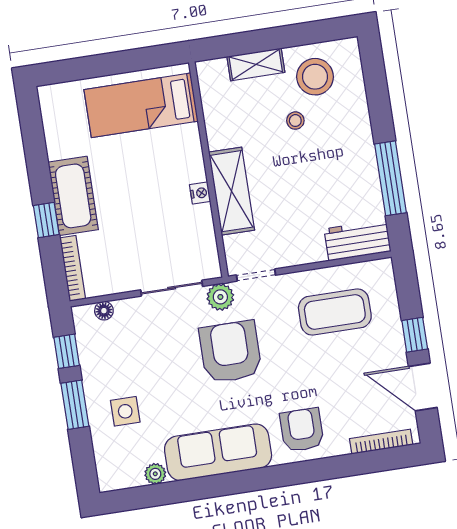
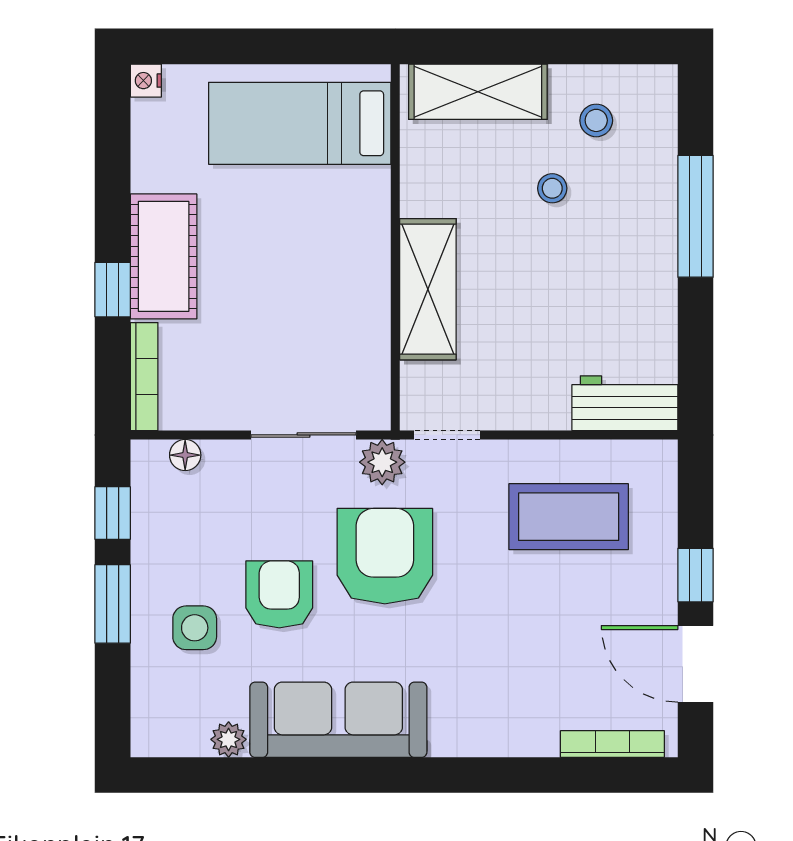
shelving: (256, 64) -> (478, 92), width x1.50, depth x1.33
stool: (315, 77) -> (596, 120), width x0.53, depth x0.53
window: (390, 178) -> (696, 216), moved
nightstand: (200, 193) -> (146, 81), moved, turned 180
armchair: (302, 430) -> (279, 594), moved

